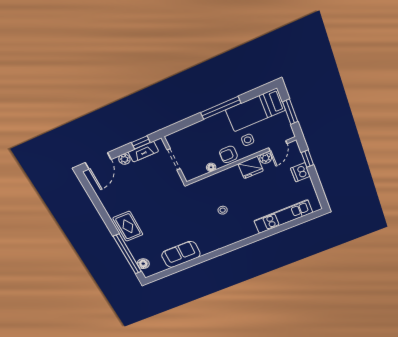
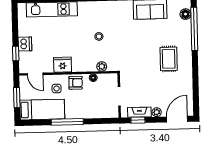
door: (278, 146) -> (35, 74), swing flipped
plant: (266, 158) -> (102, 66), moved
rug: (128, 226) -> (169, 59), moved

